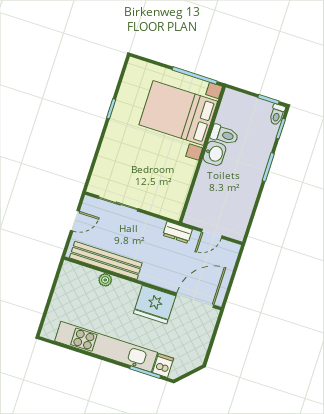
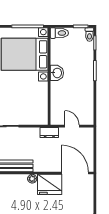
toilet: (224, 135) -> (59, 33), moved
door: (212, 234) -> (72, 126), swing flipped
plant: (105, 280) -> (32, 179), moved
door: (195, 300) -> (75, 173), hinge flipped

